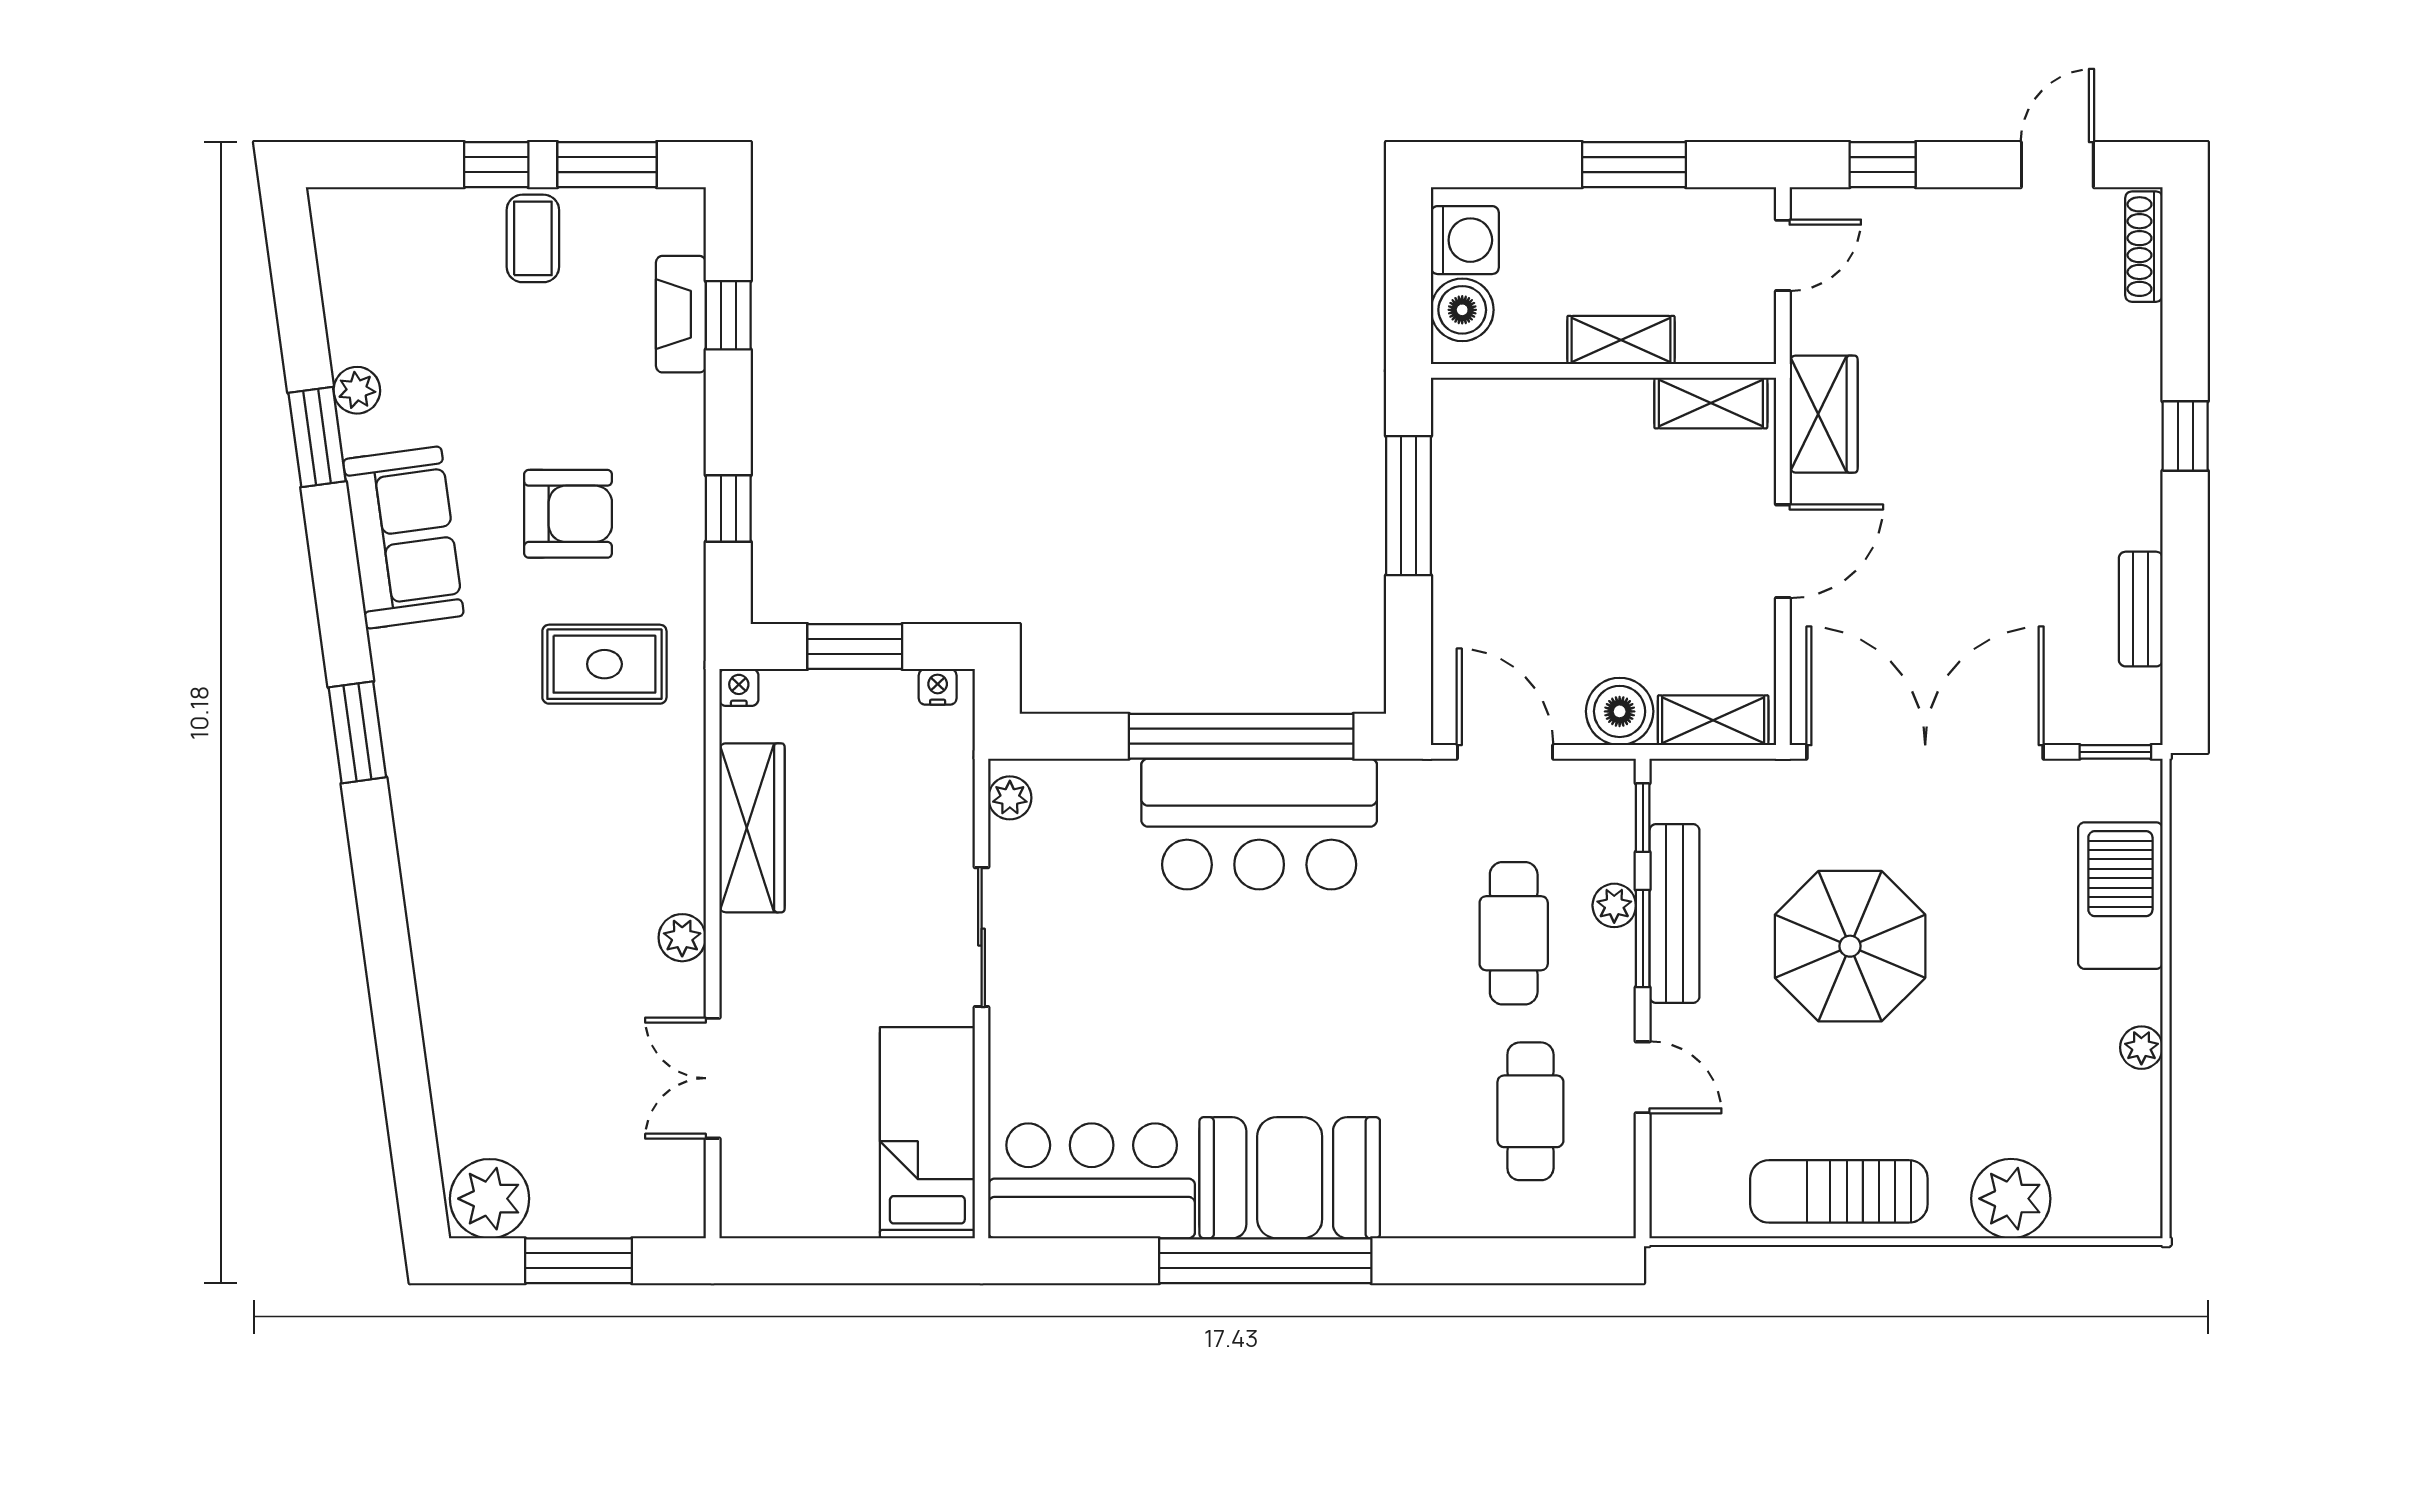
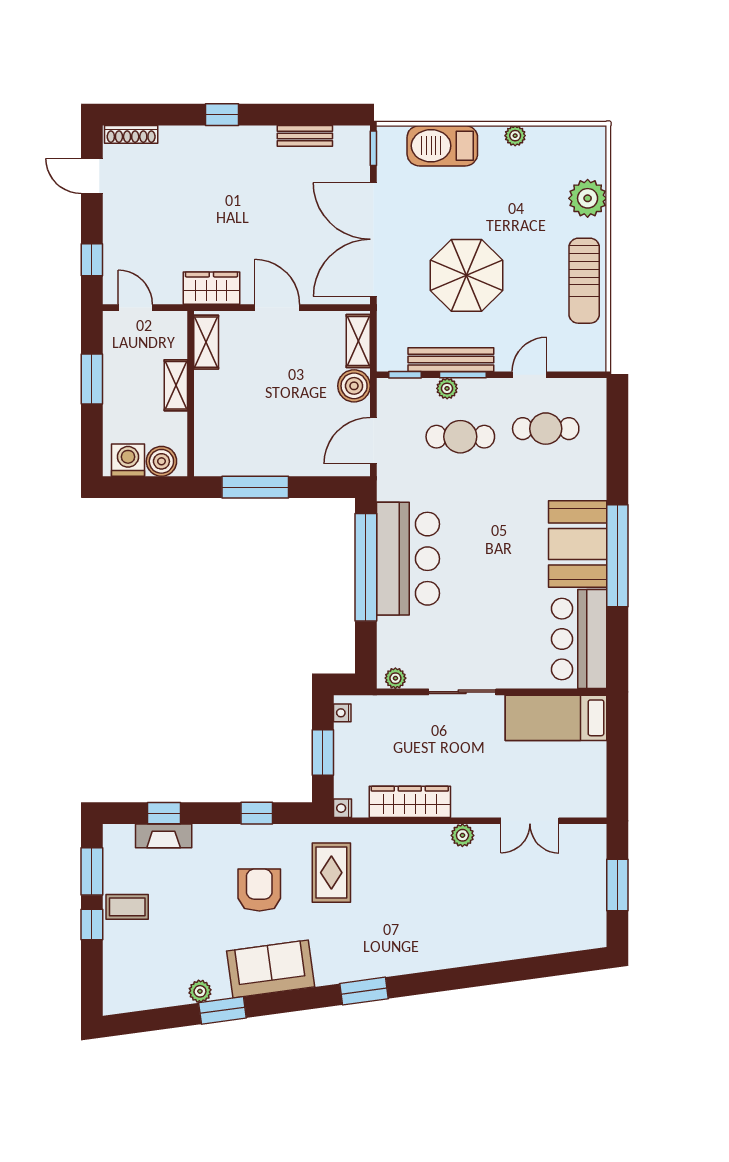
plant: (490, 1199) -> (588, 928), removed

